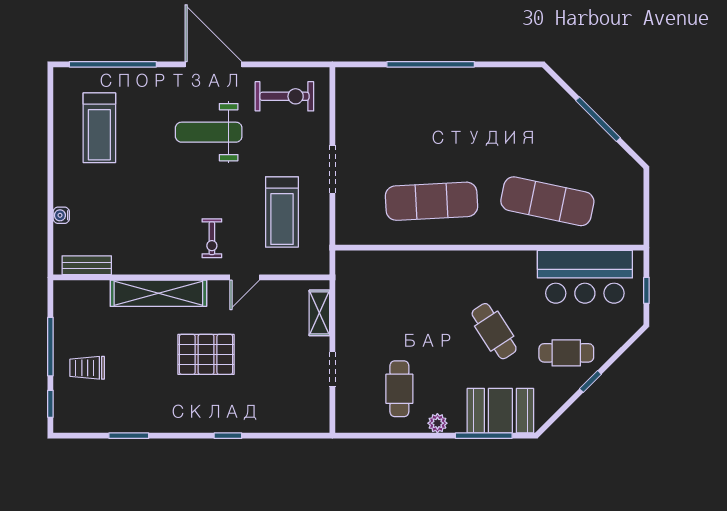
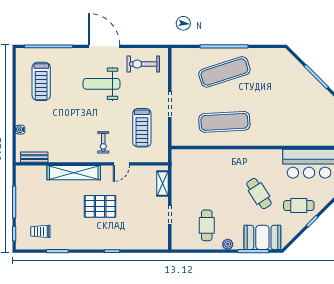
exercise bike: (284, 96) -> (143, 64), turned 180
exercise mat: (547, 201) -> (224, 72), moved, turned -30
trolley: (87, 368) -> (40, 231), moved

